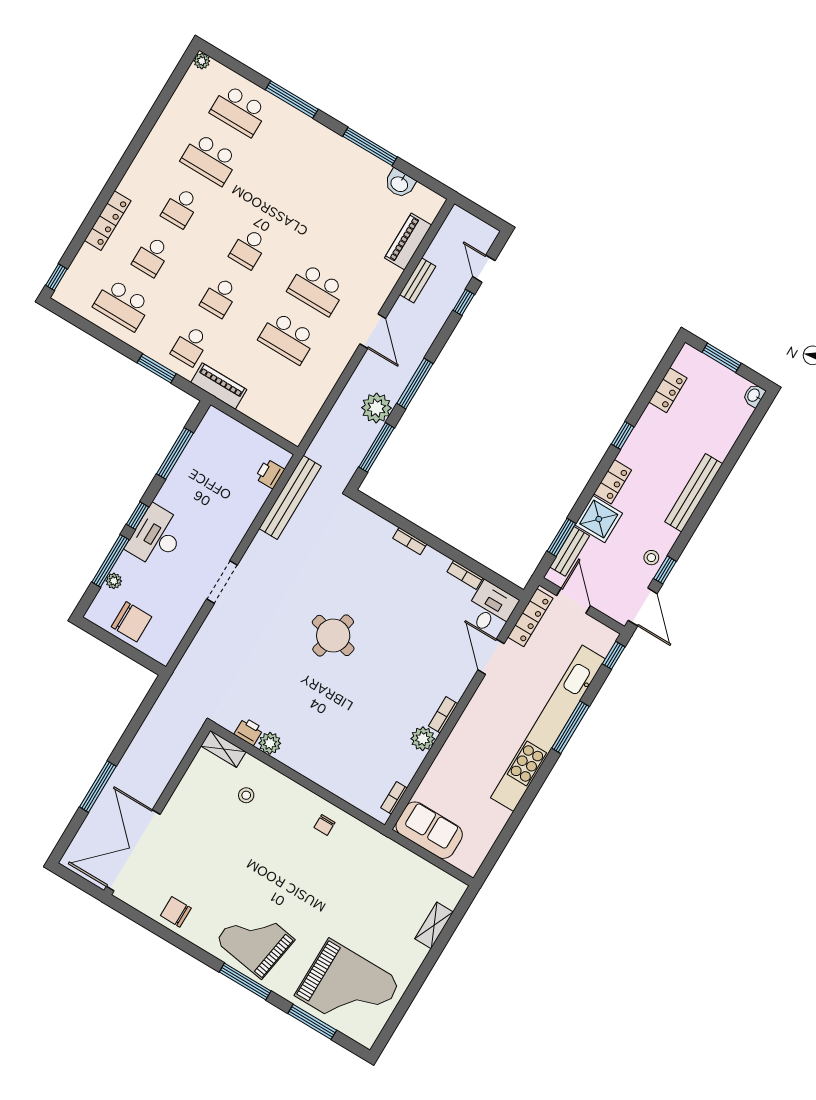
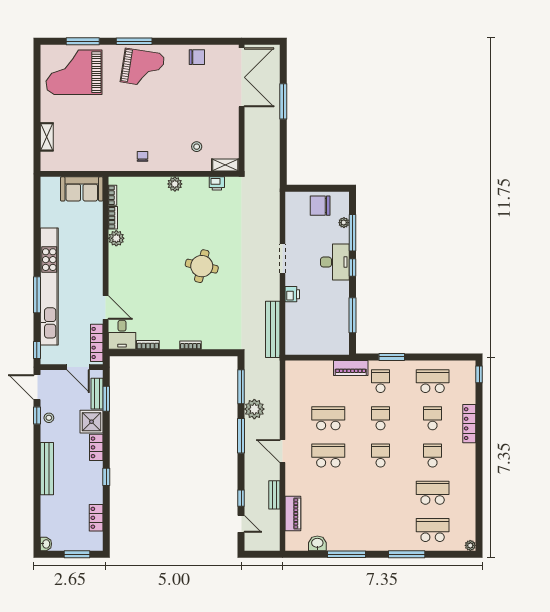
printer: (270, 474) -> (292, 294), moved
bookcase: (443, 715) -> (113, 218), moved
plant: (270, 743) -> (175, 184), moved

